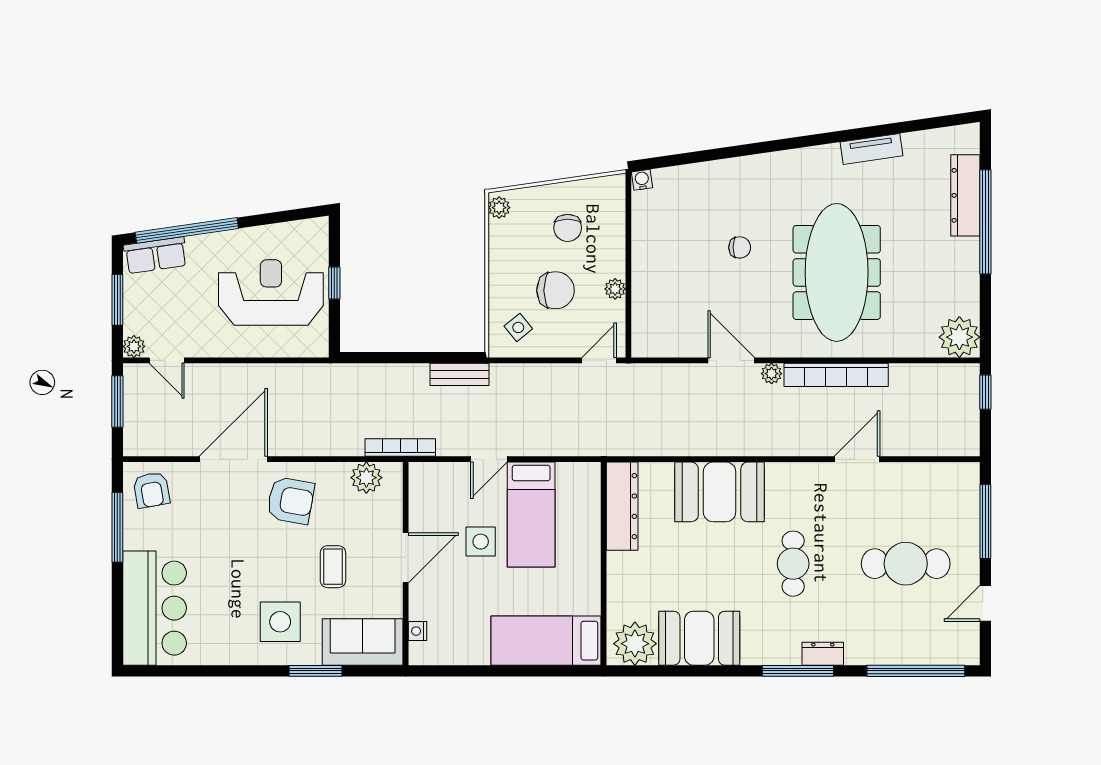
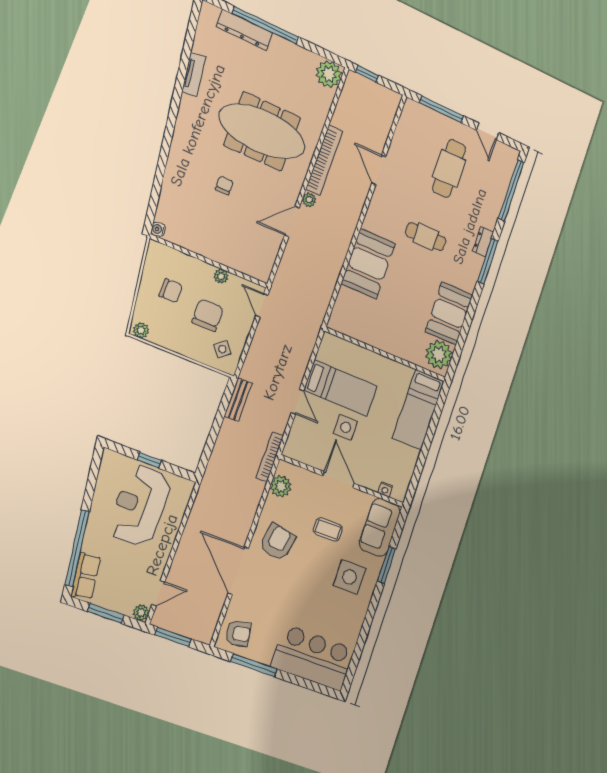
dresser: (622, 506) -> (356, 328), removed

